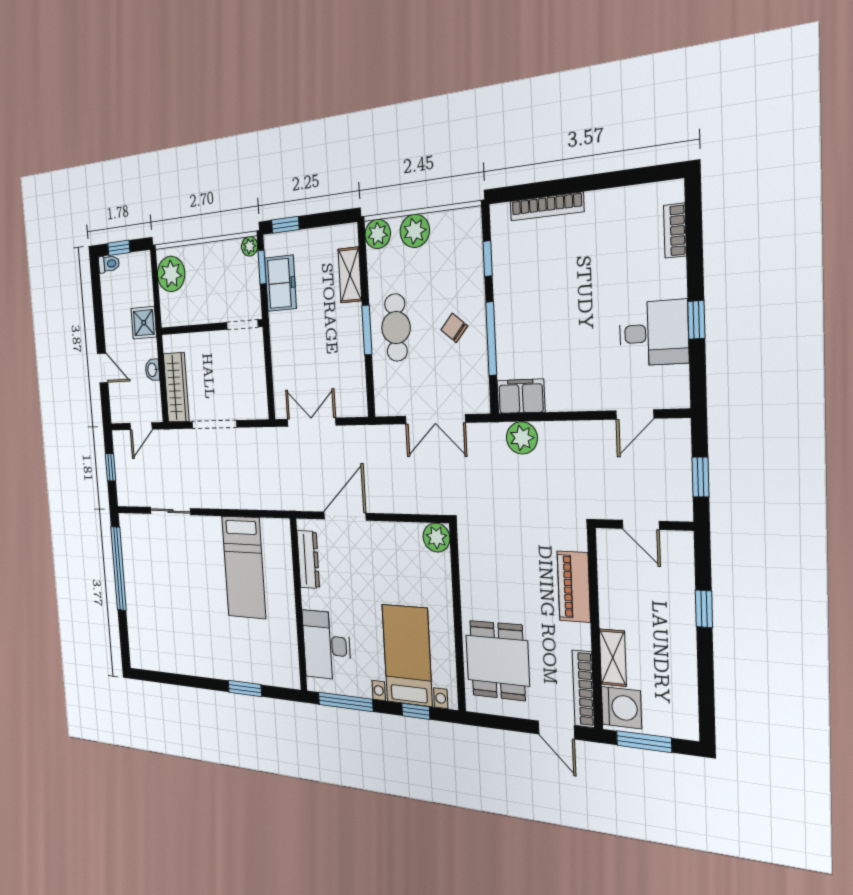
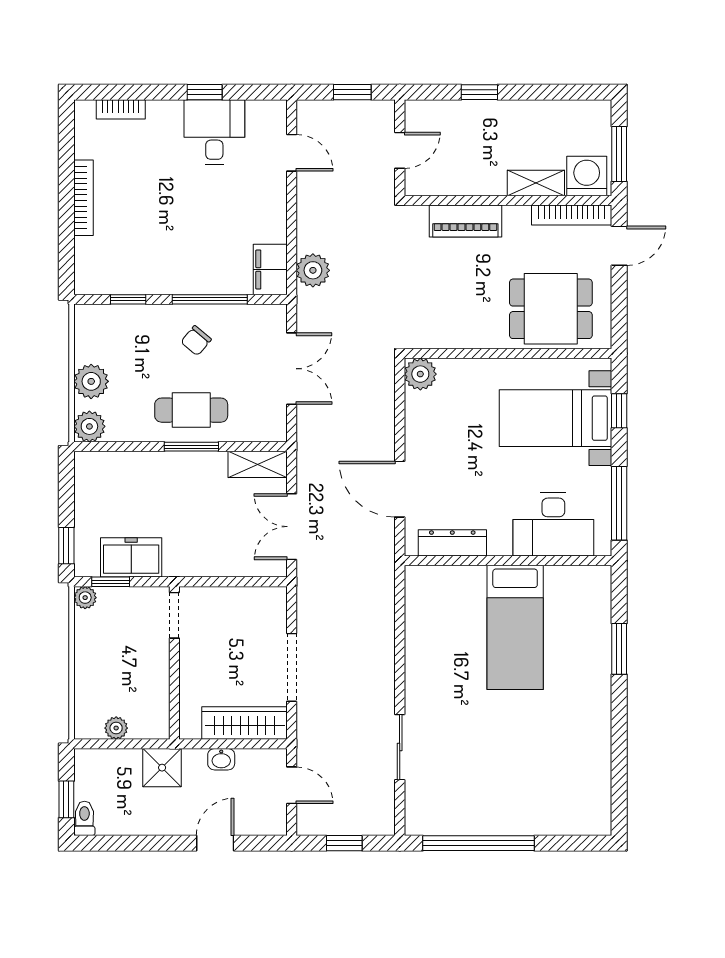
bookcase: (547, 207) -> (84, 198), moved
plant: (171, 274) -> (116, 728), width x0.53, depth x0.53
shelving: (350, 275) -> (258, 464), moved
bed: (244, 567) -> (515, 627), moved, turned 90

